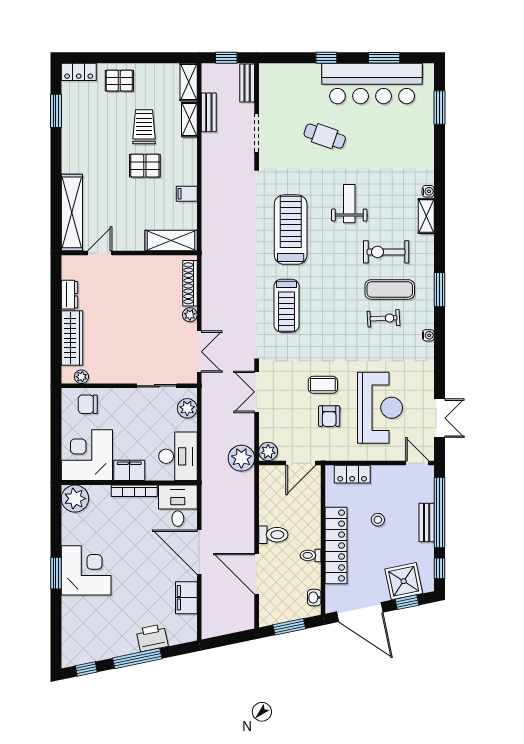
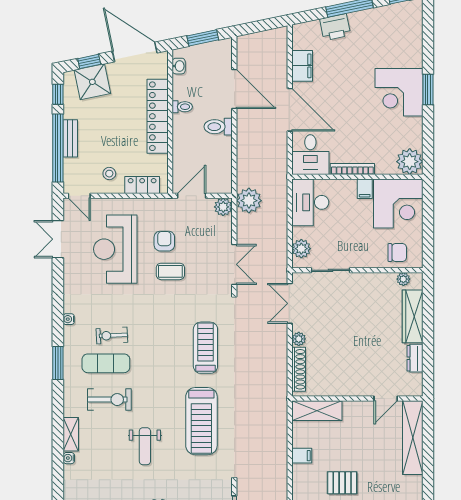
filing cabinet: (129, 470) -> (365, 189), width x0.50
stool: (378, 520) -> (109, 174), moved

